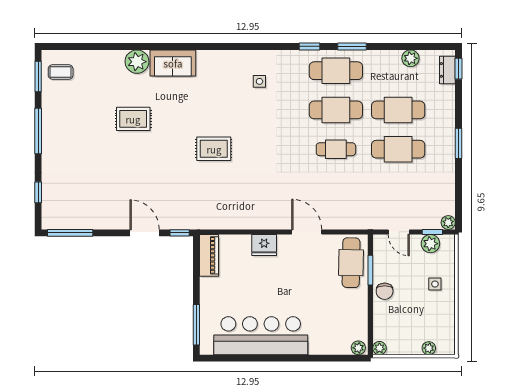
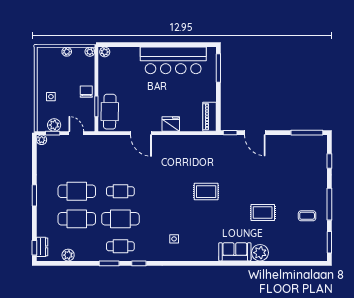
cafe table: (336, 71) -> (120, 246), width x0.73, depth x0.74
coffee table: (61, 72) -> (307, 216), moved
plant: (429, 348) -> (67, 52), moved

